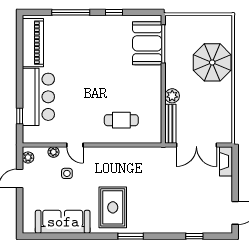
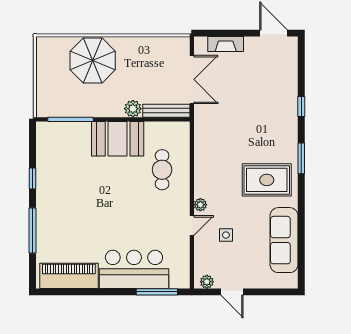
booth: (147, 43) -> (118, 139), moved
window: (20, 116) -> (157, 292), width x2.17
plant: (53, 152) -> (200, 205), moved
fireplace: (226, 161) -> (226, 44), moved
window: (194, 236) -> (301, 106), moved

